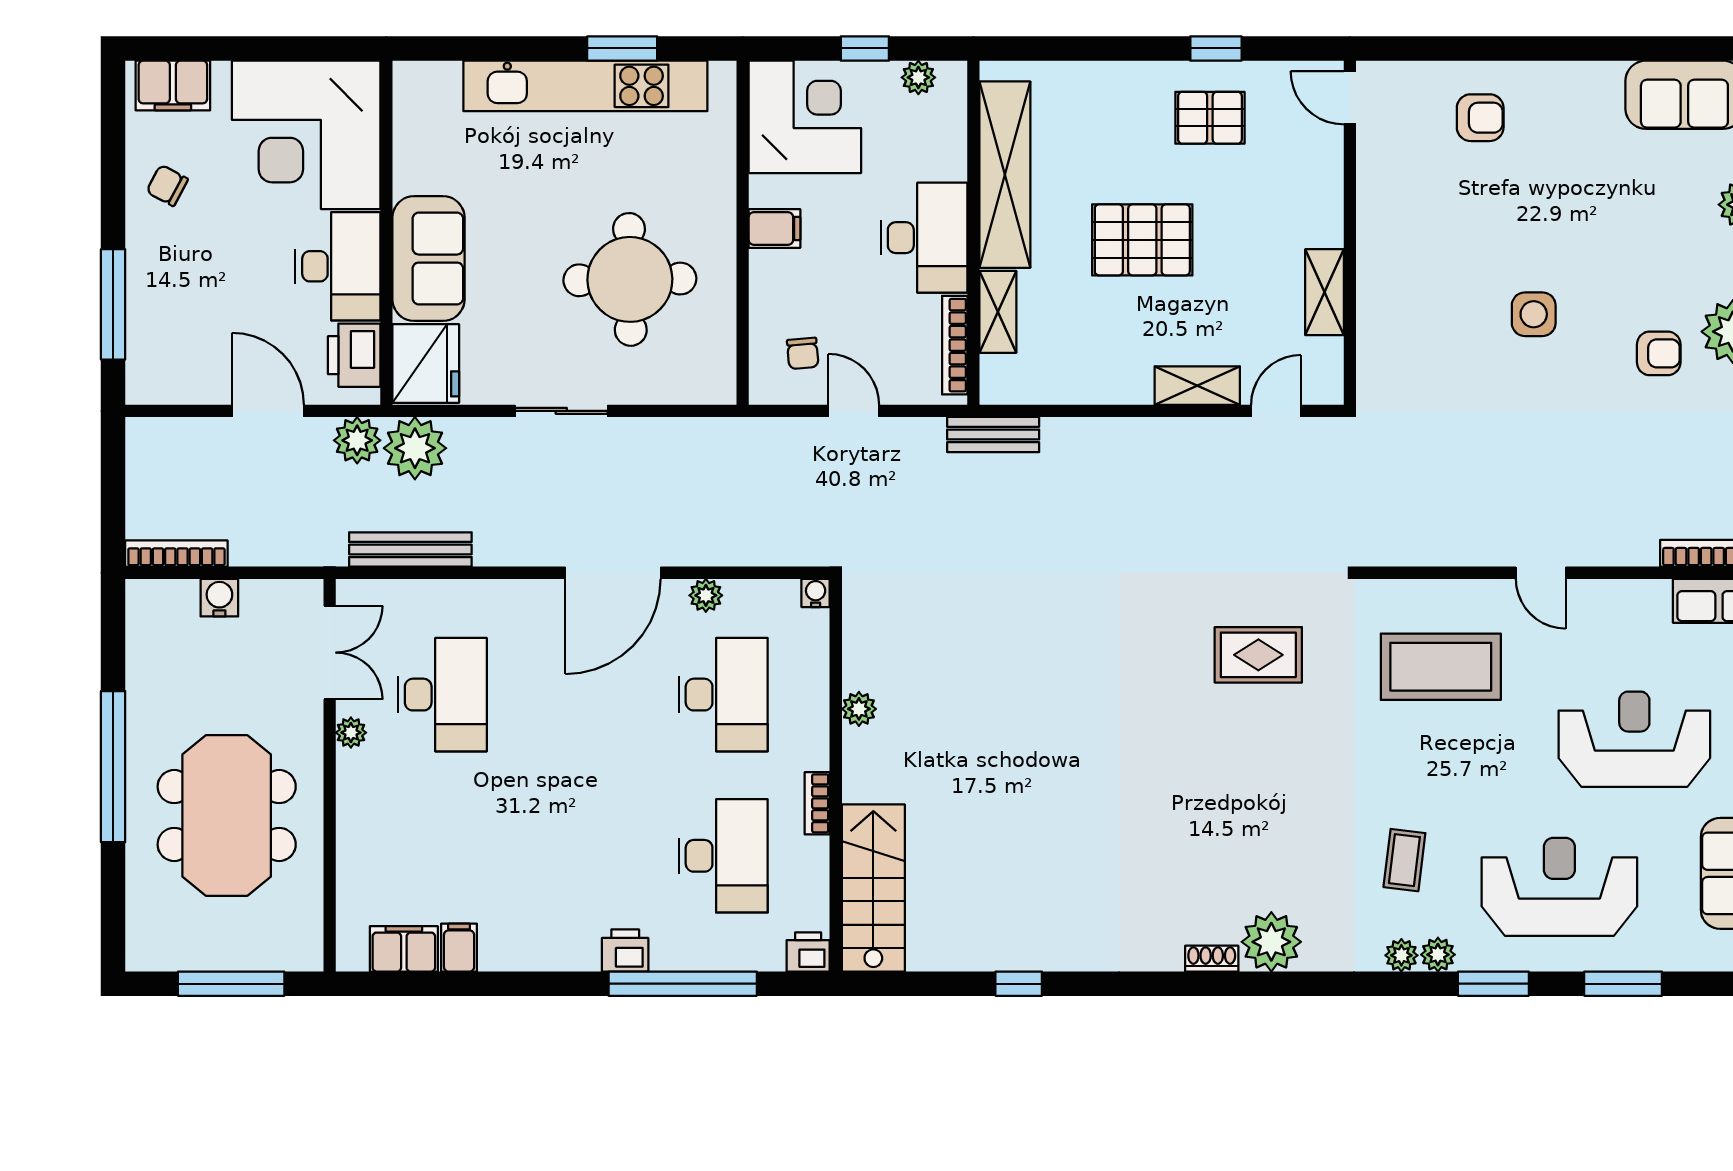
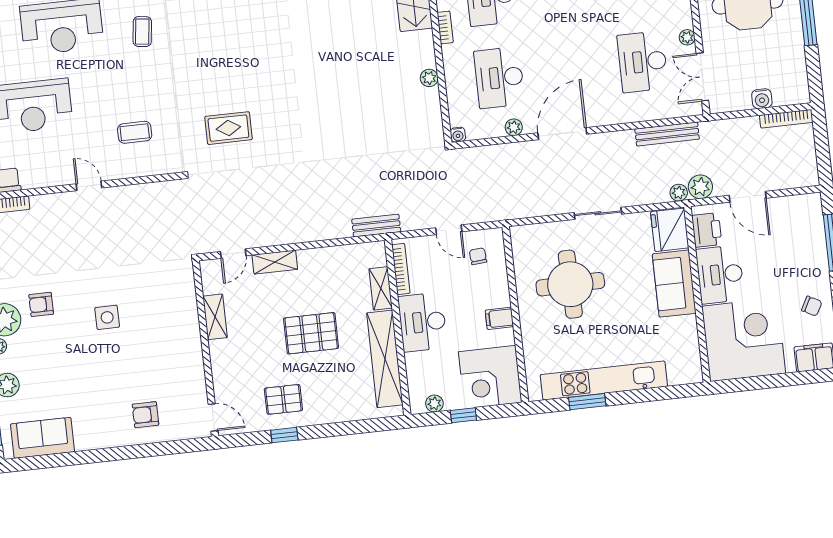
plant: (415, 448) -> (679, 193), width x0.53, depth x0.53
coffee table: (1441, 667) -> (135, 132), width x0.54, depth x0.58

